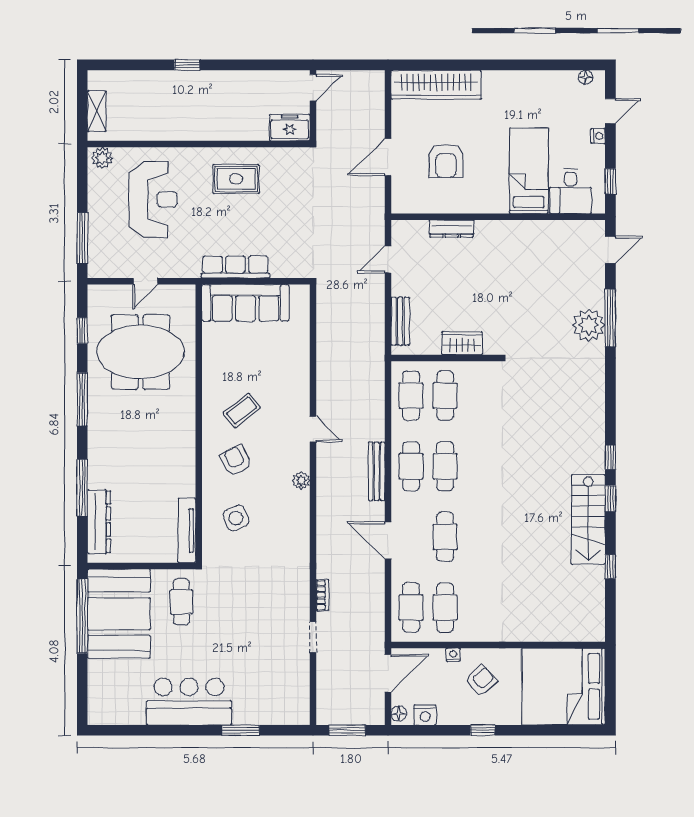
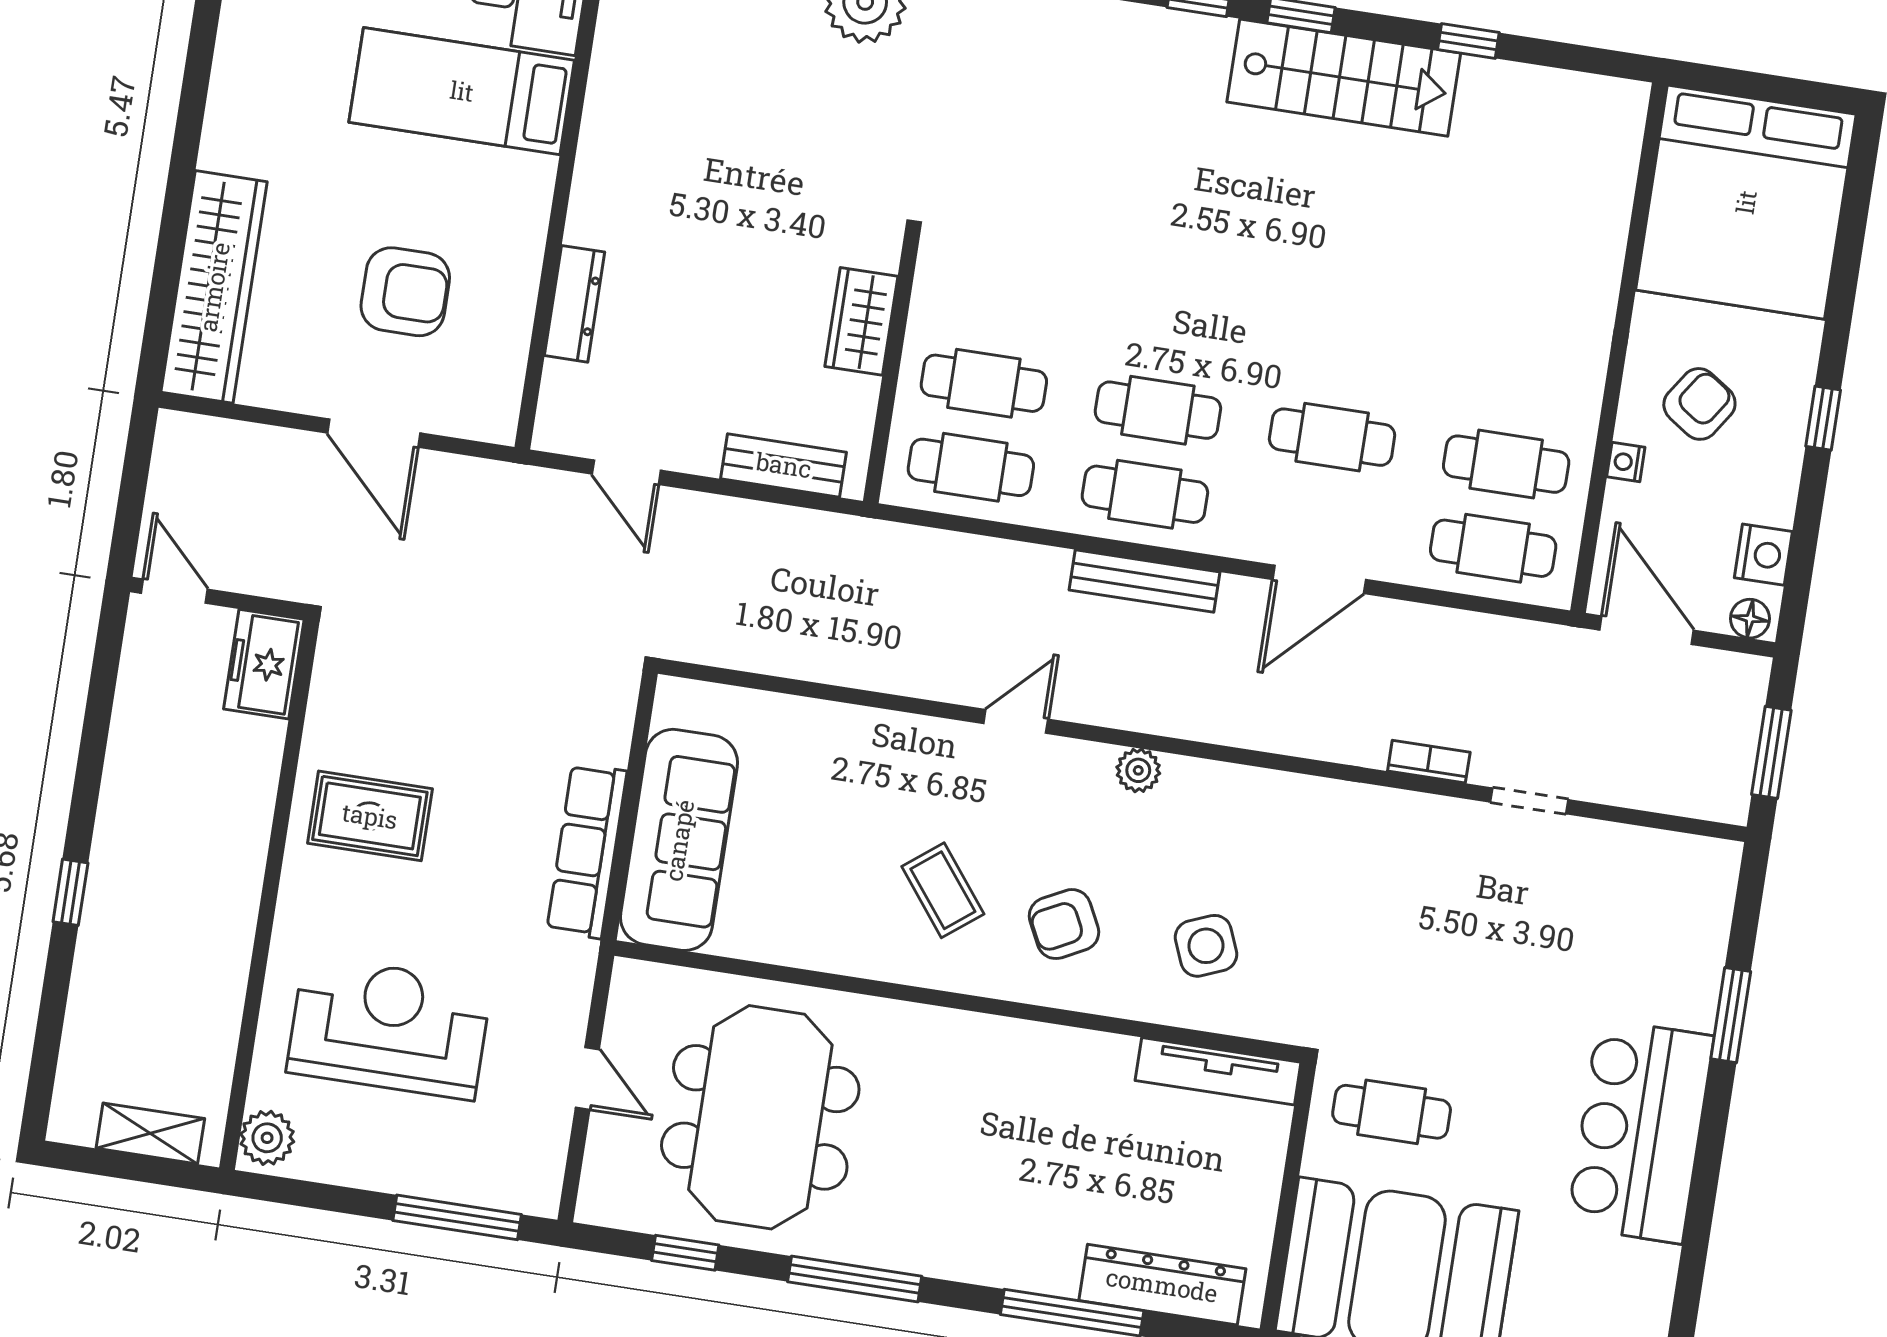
rug: (236, 179) -> (370, 816), turned 90
armchair: (481, 680) -> (1699, 404), turned 76

